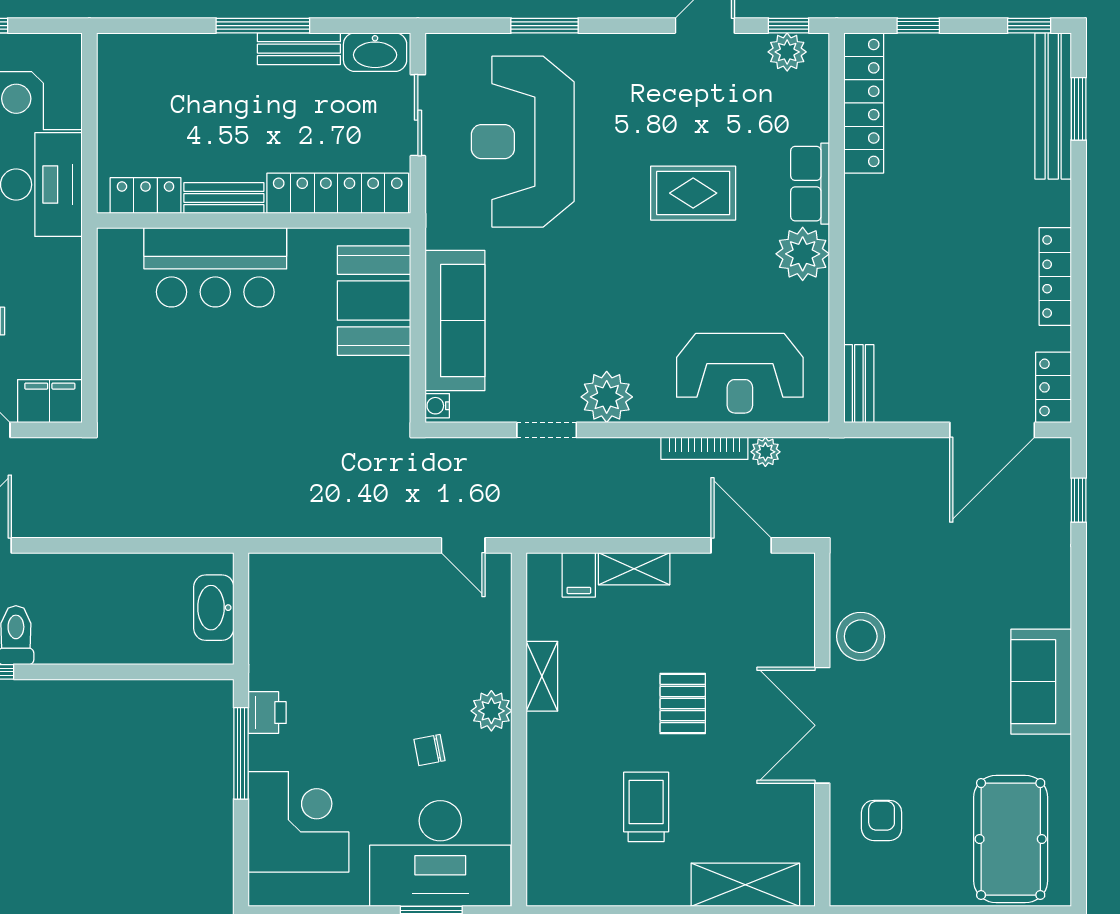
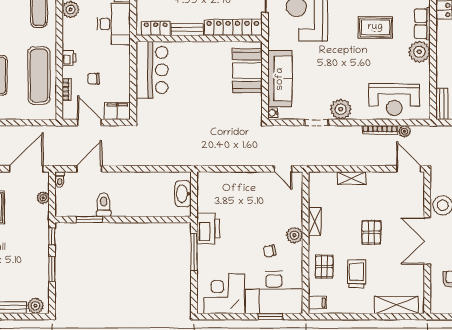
bar counter: (215, 267) -> (152, 70), moved, turned -90
door: (741, 545) -> (409, 169), moved
filing cabinet: (579, 575) -> (317, 303), moved, turned -90
printer: (267, 713) -> (208, 229), width x1.87, depth x1.48
pallet: (566, 789) -> (324, 267), added
corner desk: (299, 822) -> (224, 294), moved, turned -90

